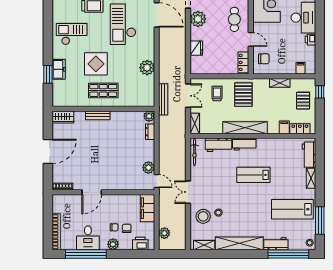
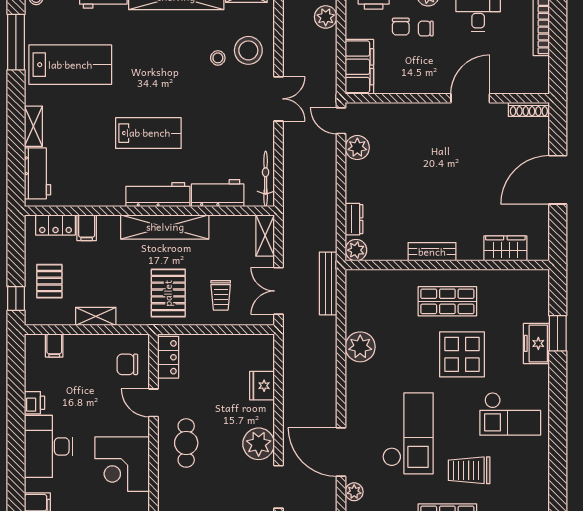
bench: (98, 115) -> (432, 252), moved
wardrobe: (63, 117) -> (505, 248), moved
workbench: (244, 144) -> (158, 195), width x1.38

